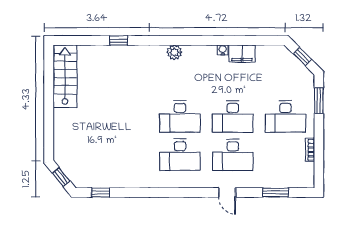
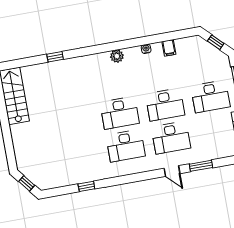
plant: (174, 52) -> (117, 56), moved
filing cabinet: (242, 53) -> (169, 48), width x0.50
window: (101, 193) -> (86, 186), moved
window: (275, 193) -> (201, 166), moved

